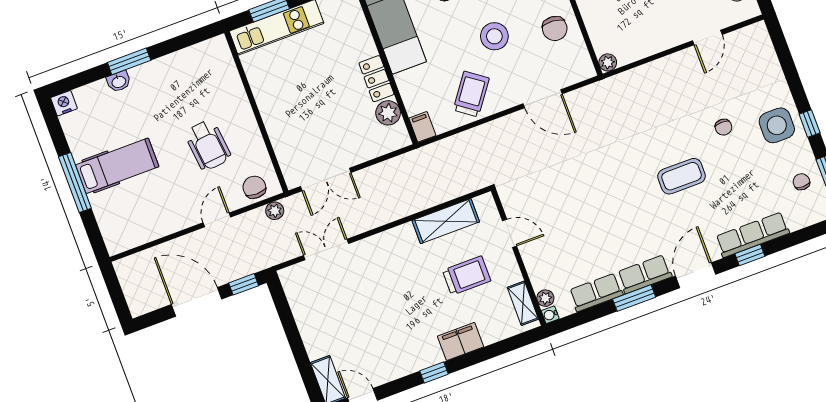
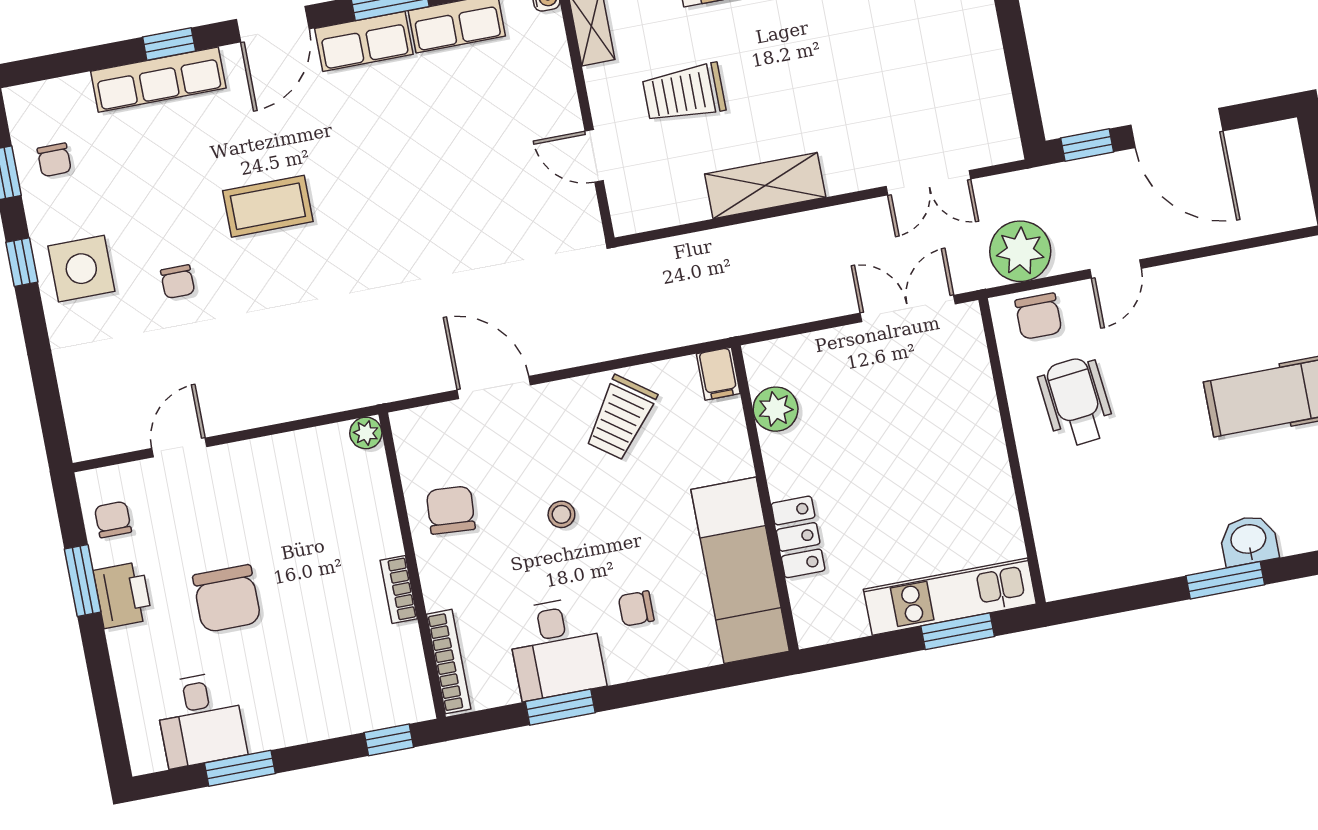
stool: (494, 36) -> (561, 514), width x0.53, depth x0.53
locker: (376, 79) -> (798, 537), moved
washbasin: (119, 82) -> (1249, 540), width x1.38, depth x1.45
chair: (723, 127) -> (178, 282), turned 180
wheelchair: (208, 145) -> (1076, 402), moved
plant: (275, 211) -> (1020, 251), width x1.88, depth x1.88
shelving: (446, 221) -> (765, 186), moved
plant: (545, 298) -> (549, 29), removed

